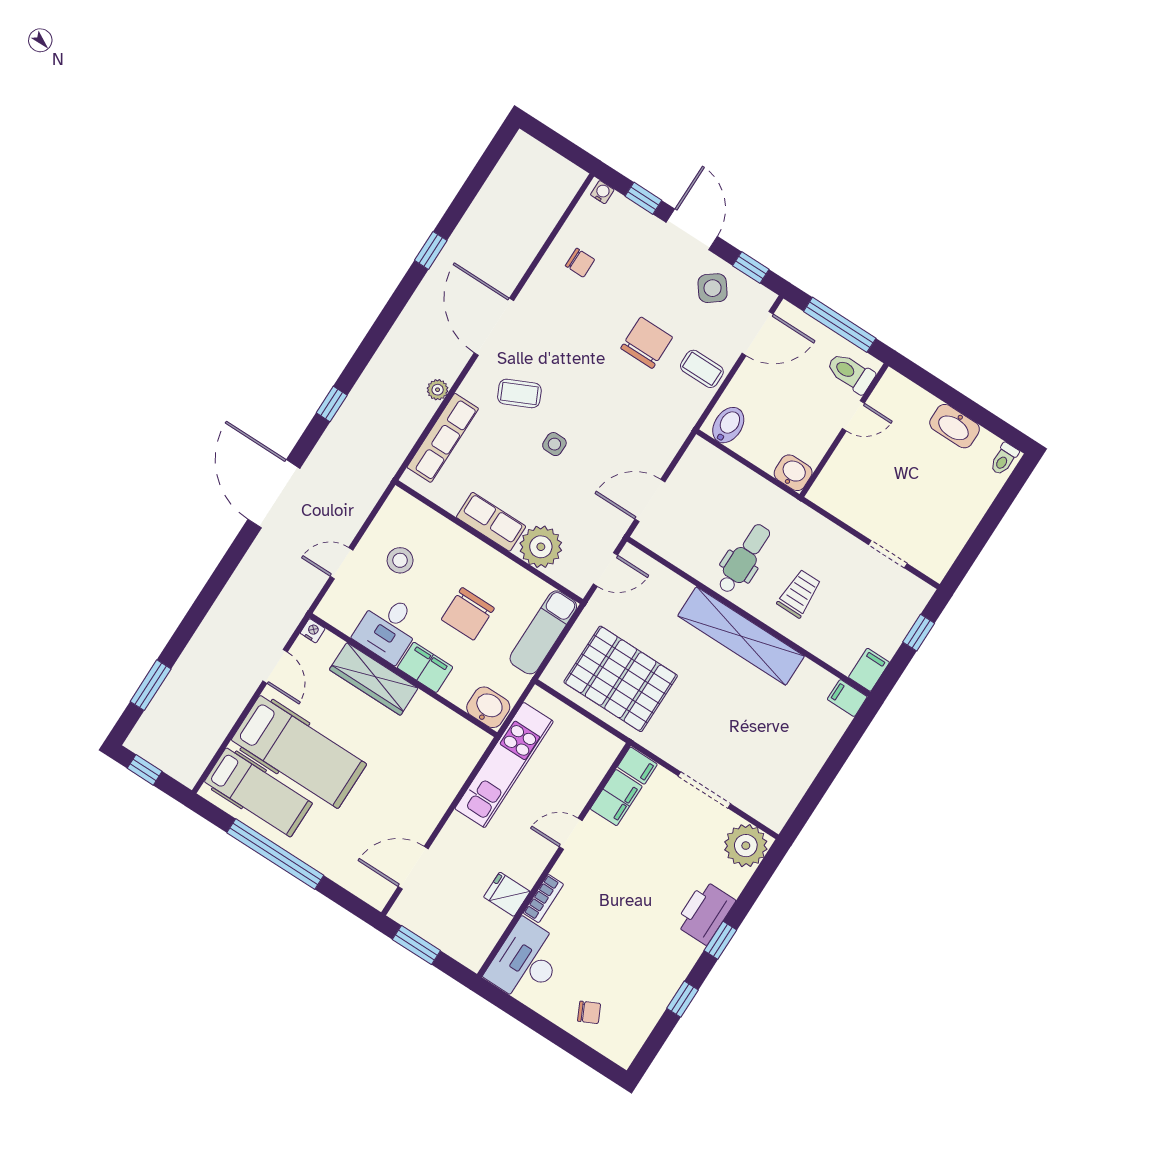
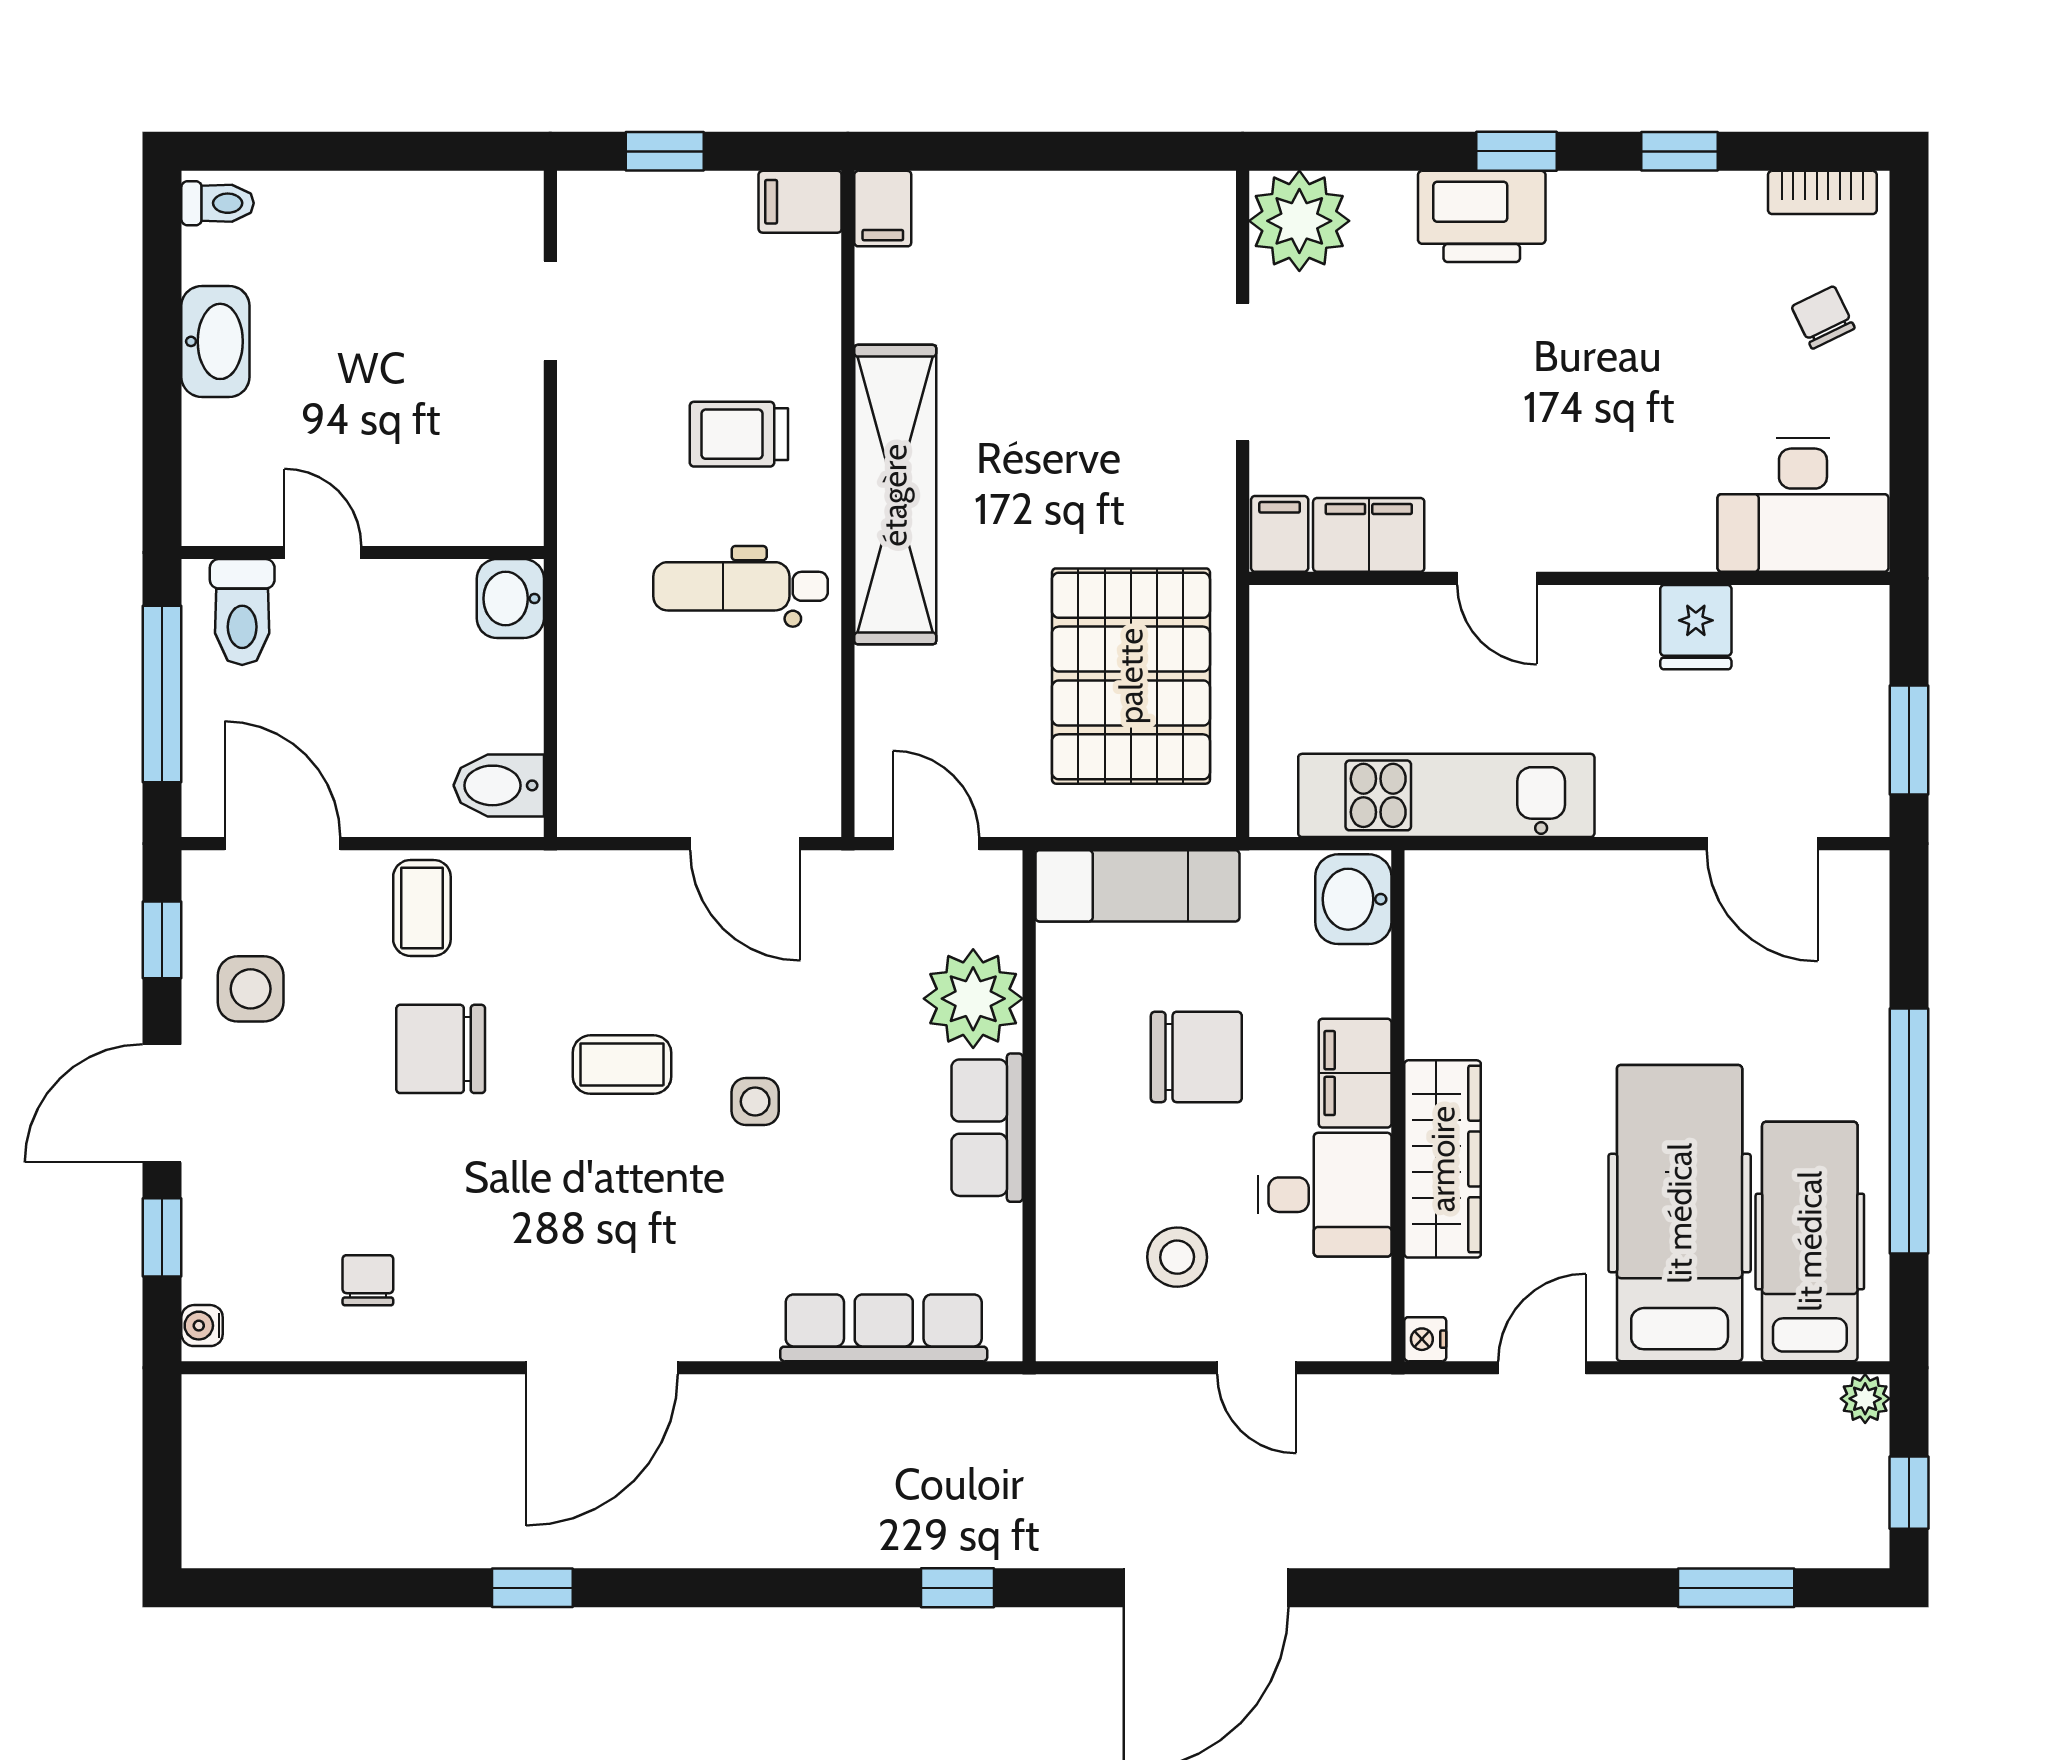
side table: (713, 288) -> (251, 989), turned 37
plant: (438, 390) -> (1865, 1399), moved
coffee table: (519, 393) -> (622, 1065), moved, turned -65
bookcase: (543, 899) -> (1822, 192), moved, turned 180

